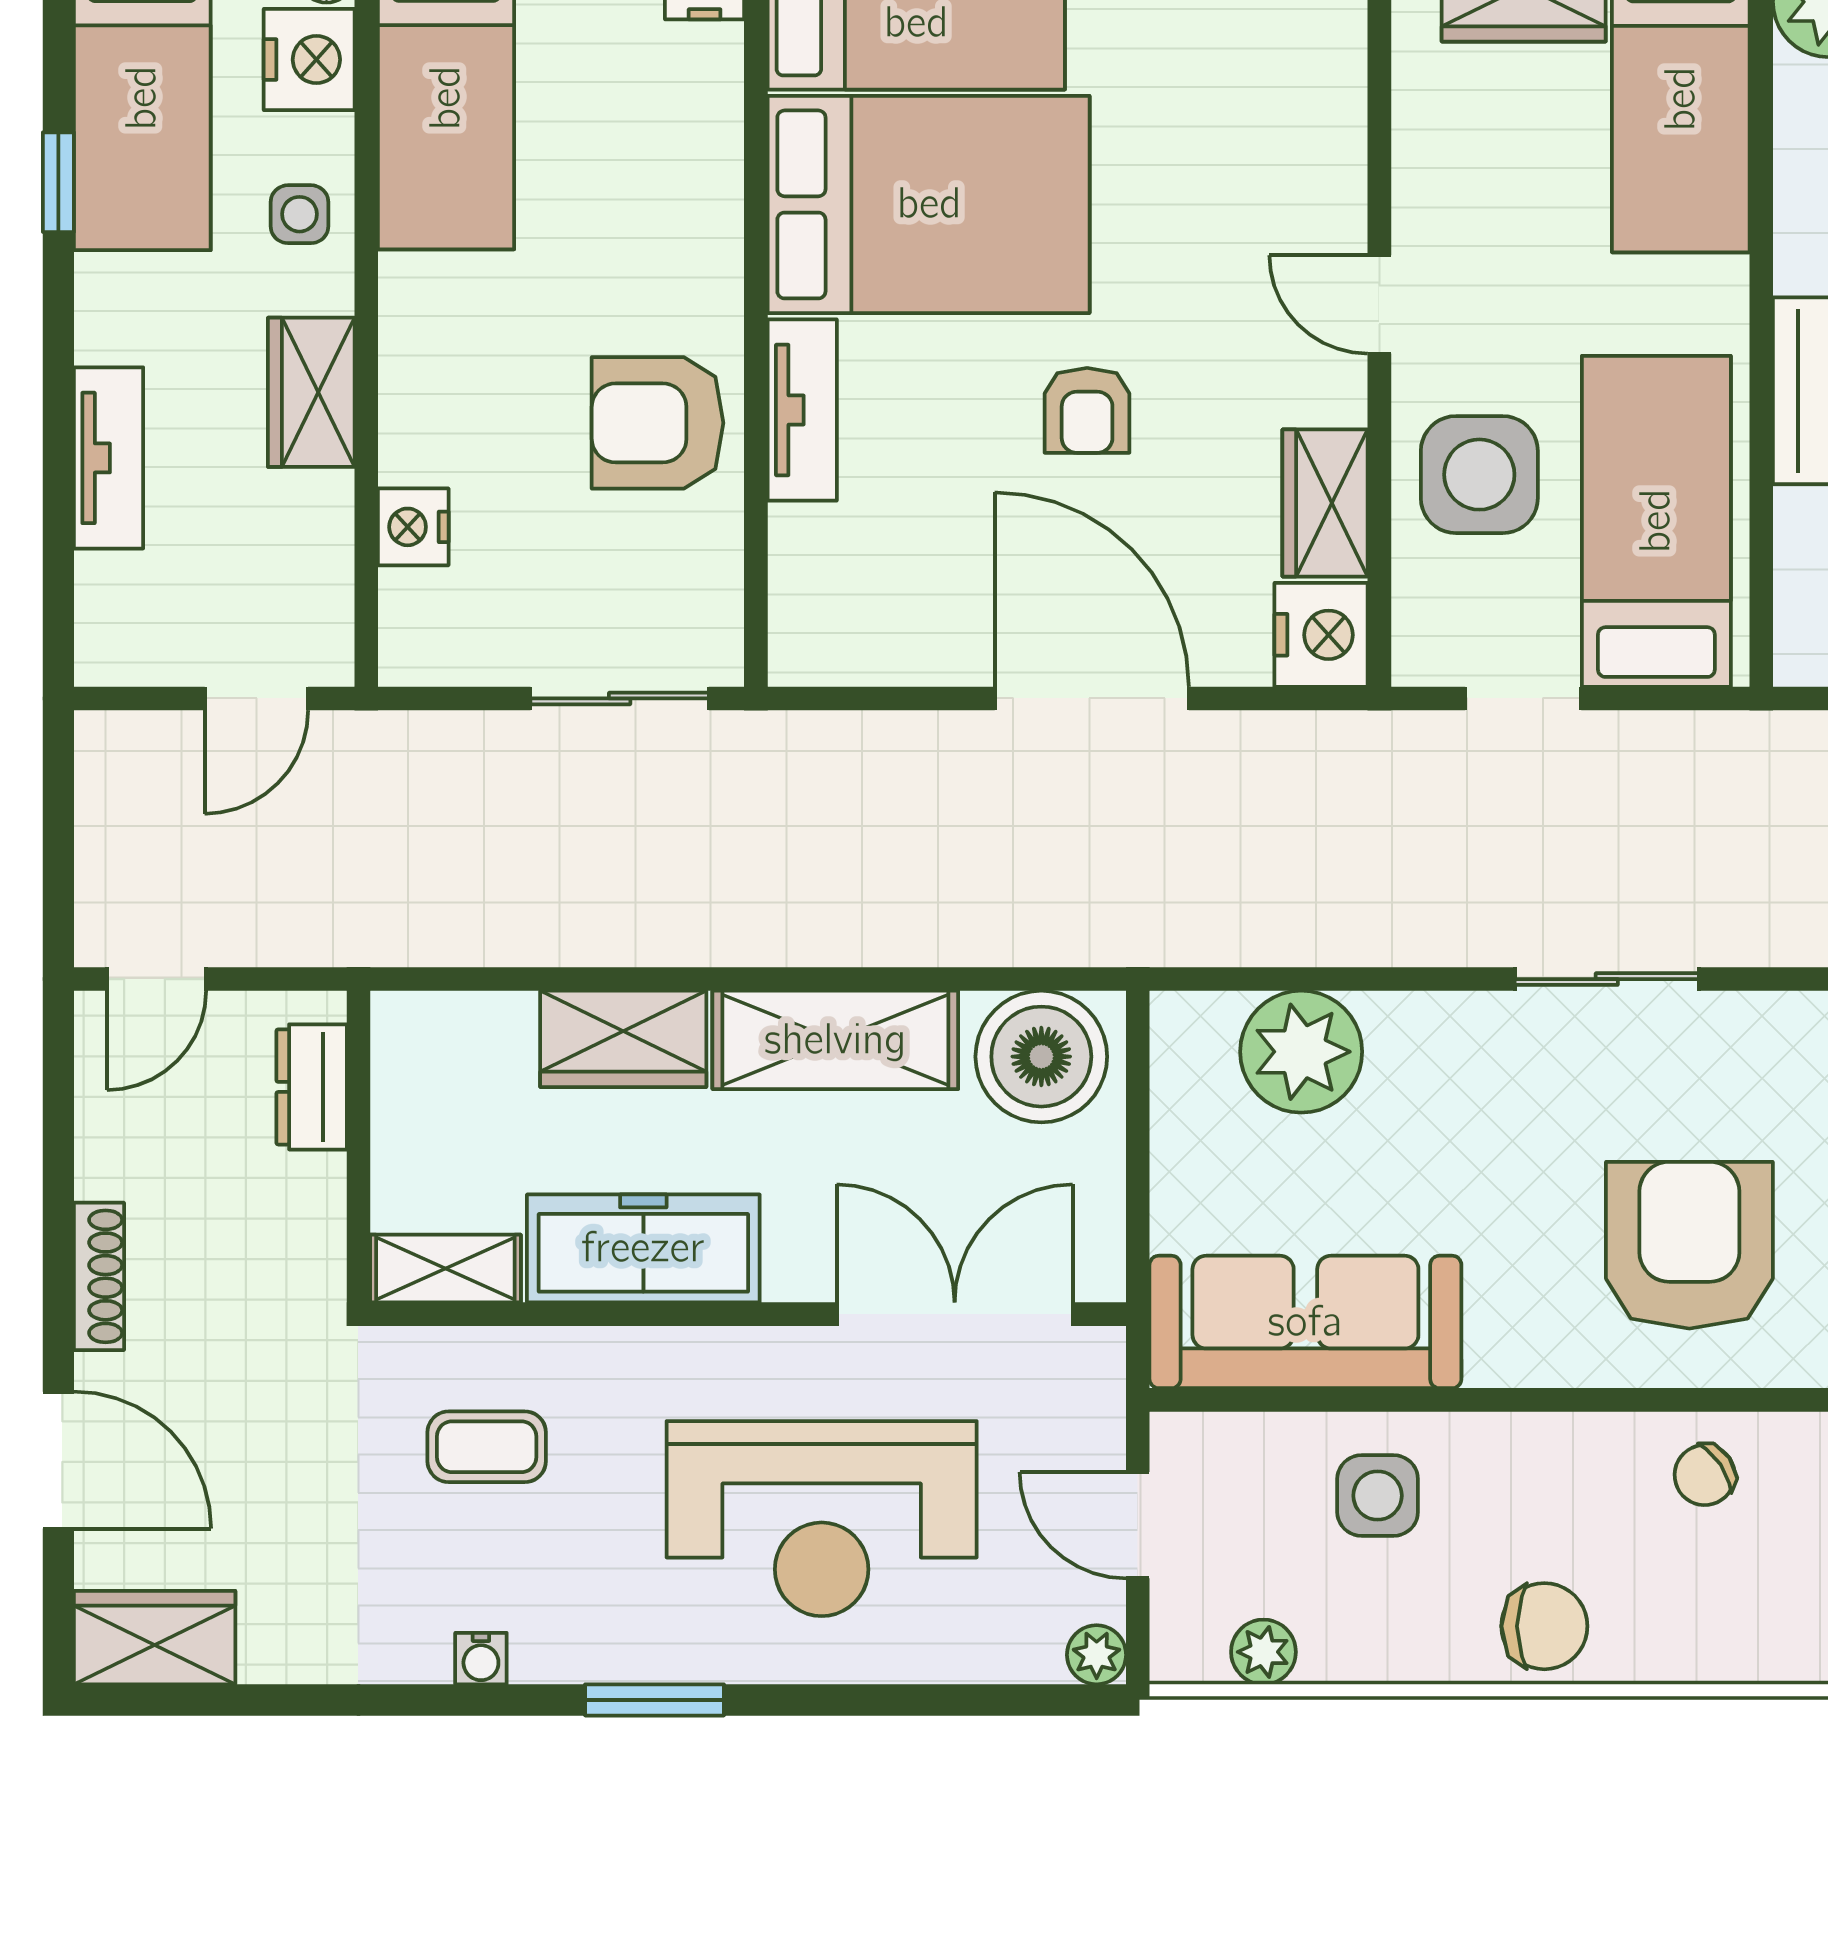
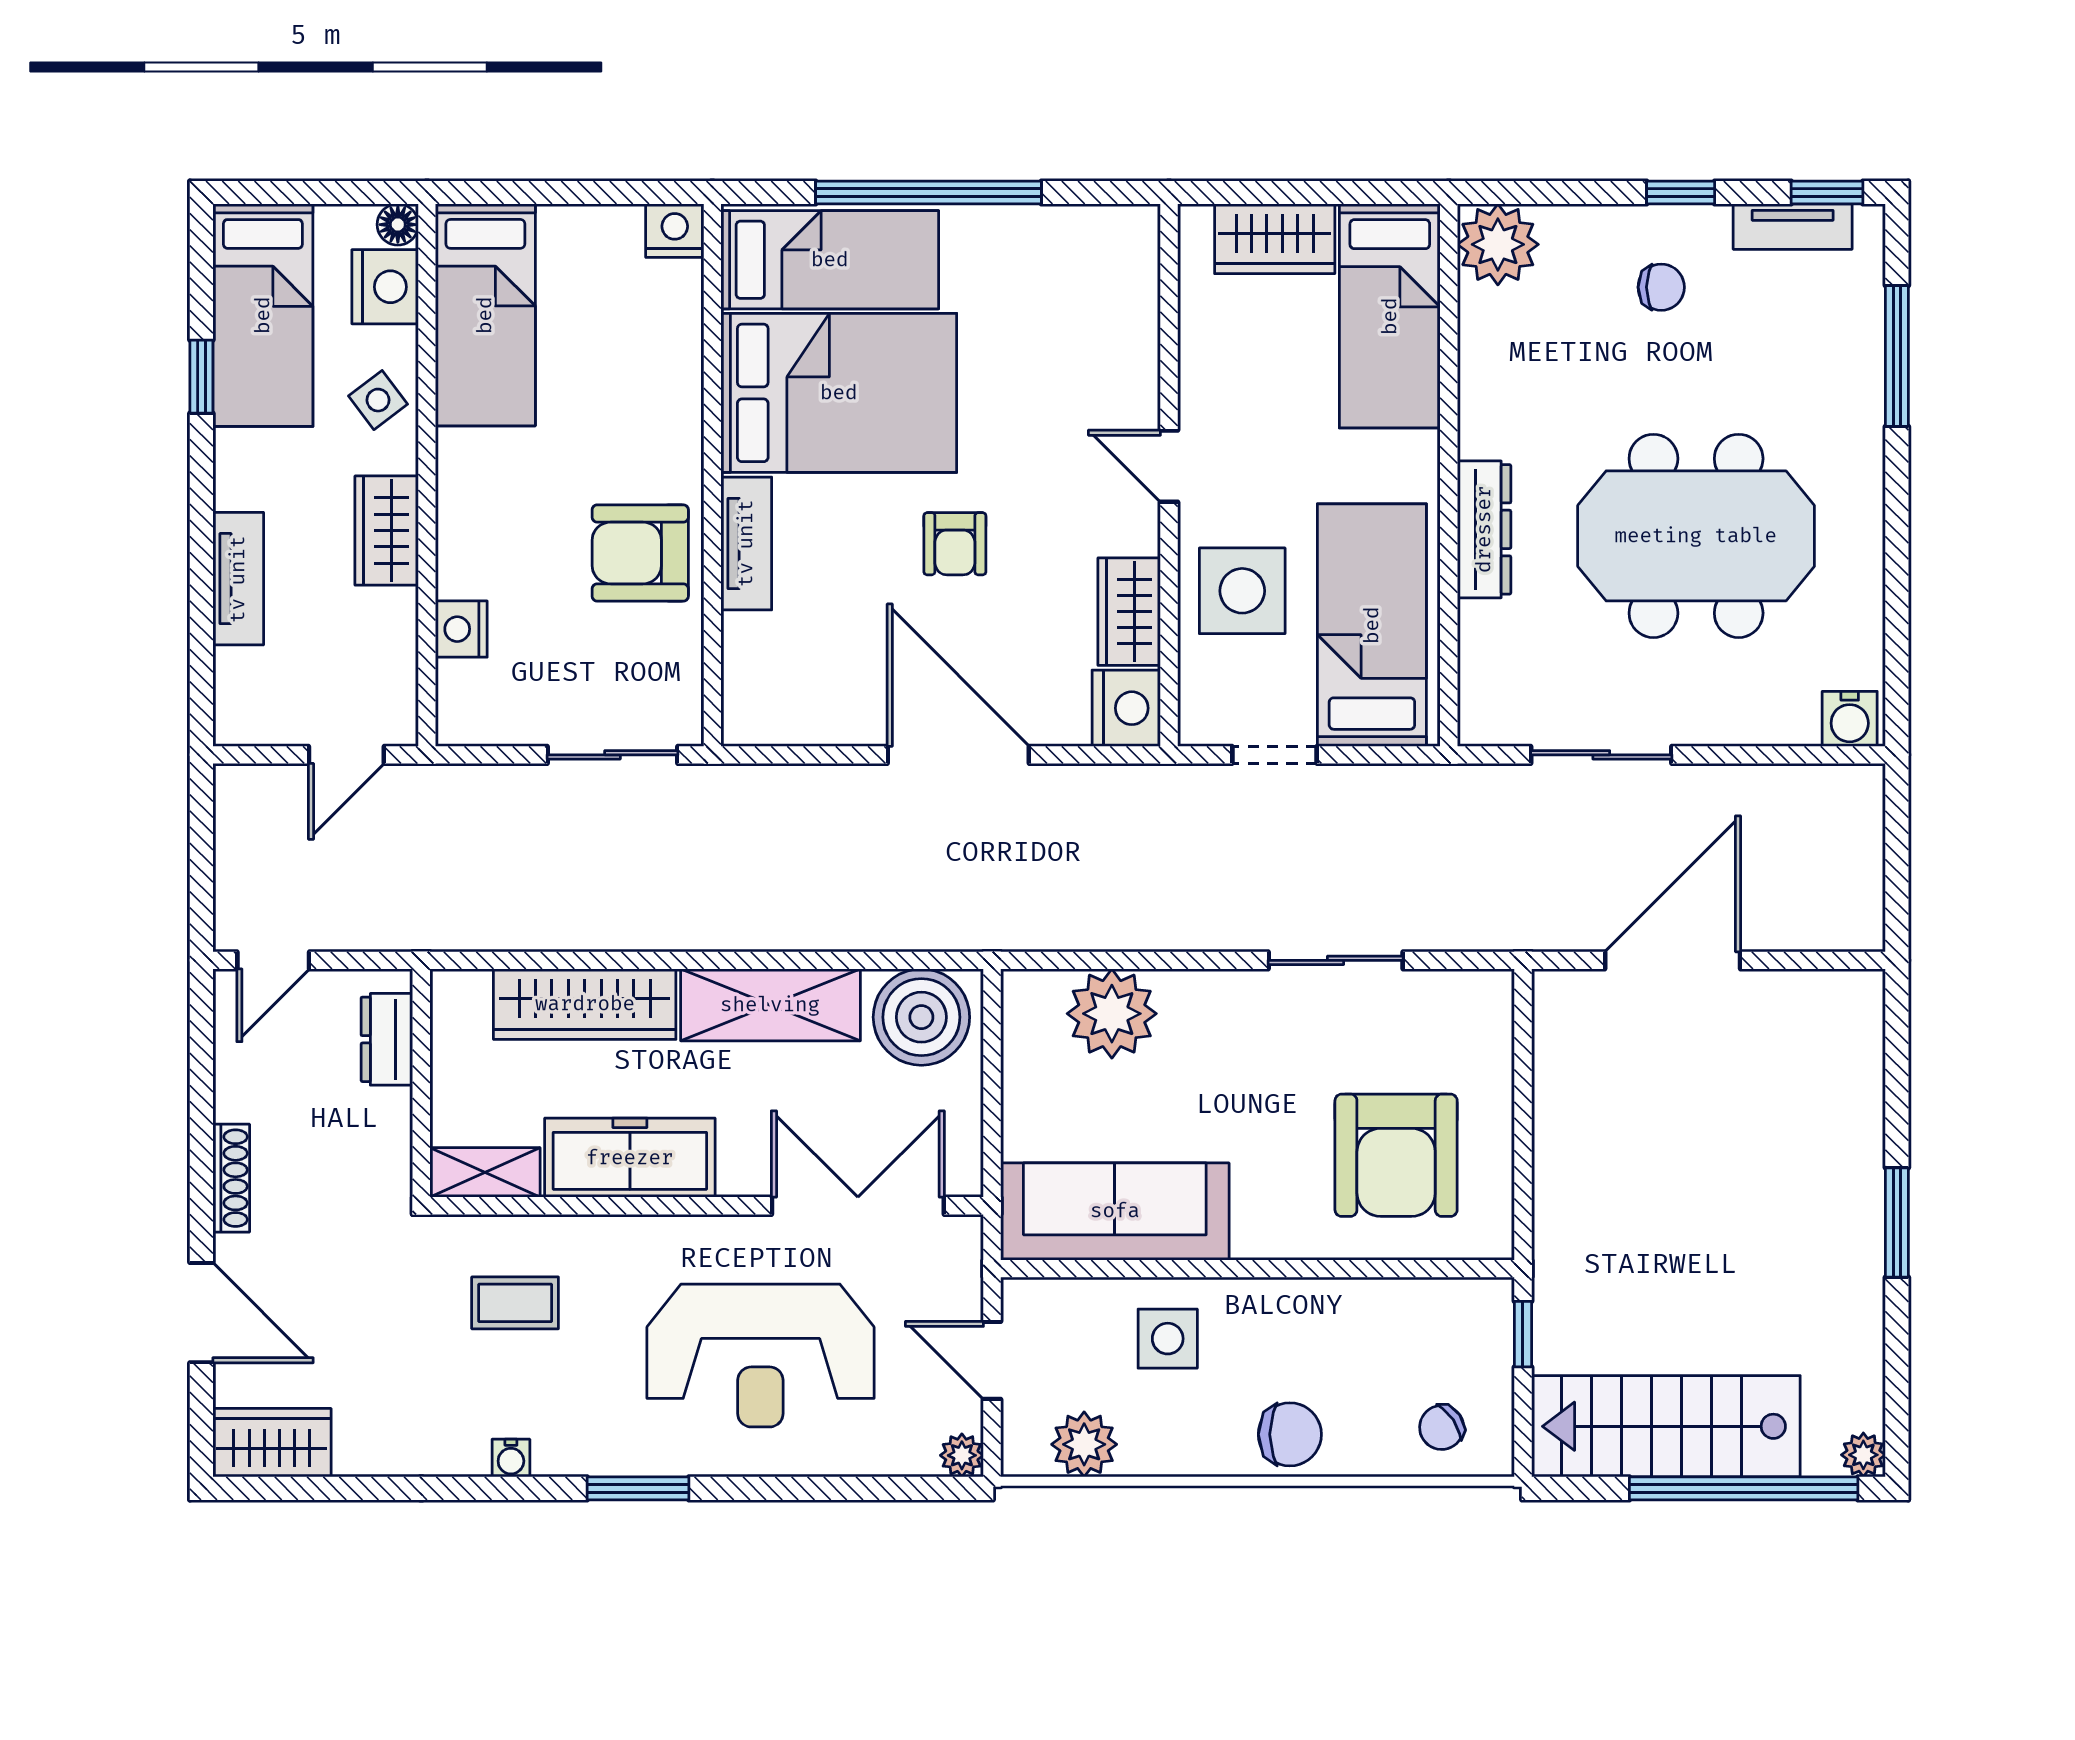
side table: (300, 214) -> (378, 400), turned -37
wardrobe: (623, 1039) -> (585, 1004), width x1.50
armchair: (1689, 1245) -> (1396, 1155), turned 180
chair: (1705, 1475) -> (1442, 1427), moved
plant: (1263, 1652) -> (1084, 1444), width x1.38, depth x1.38

